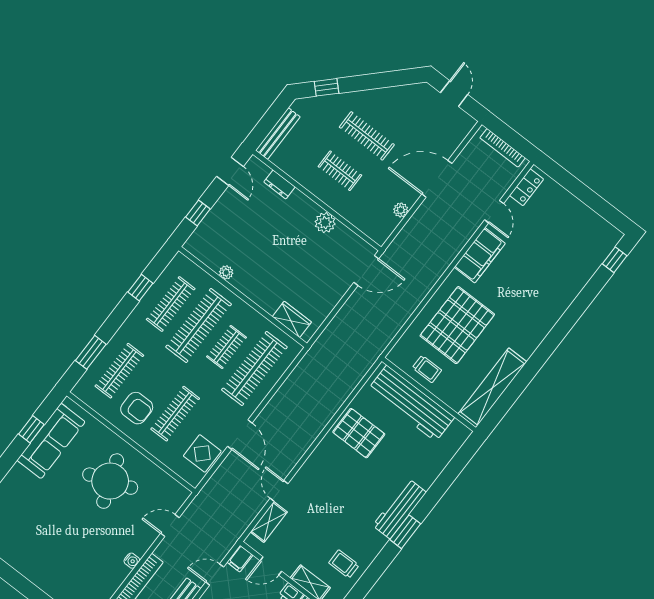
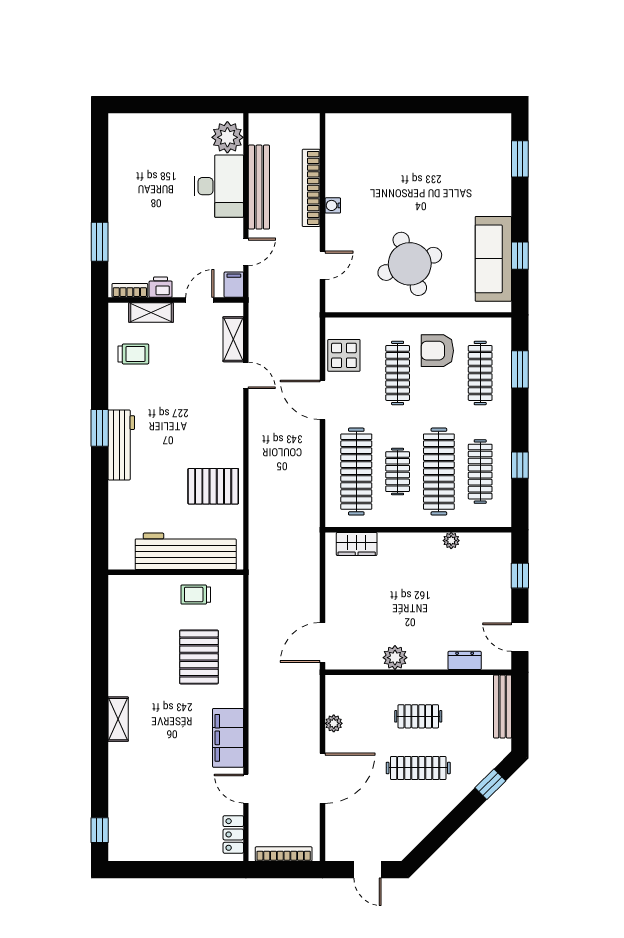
pallet: (457, 325) -> (199, 657), width x0.73, depth x0.71
shelving: (492, 388) -> (118, 719), moved, width x0.45, depth x0.75

